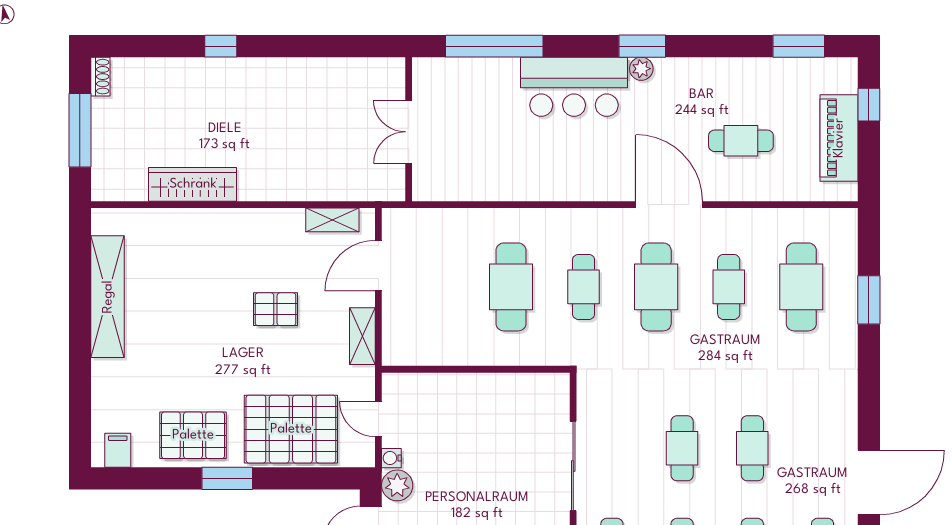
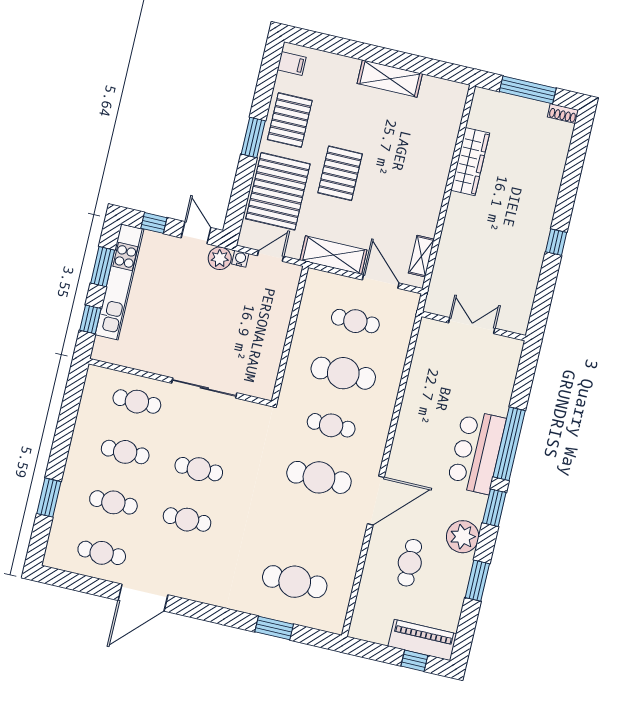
window: (221, 46) -> (556, 242), moved
window: (494, 46) -> (509, 444), moved
window: (799, 46) -> (477, 581), moved
plant: (641, 69) -> (463, 537), moved, width x1.87, depth x1.87
piano: (839, 138) -> (422, 640), moved
cafe table: (729, 287) -> (355, 321), moved
shelving: (108, 297) -> (390, 79), width x0.68
pallet: (275, 309) -> (340, 173), moved, width x1.50, depth x1.42
shelving: (362, 336) -> (333, 255), width x1.50, depth x1.33
door: (869, 482) -> (143, 598), hinge flipped

